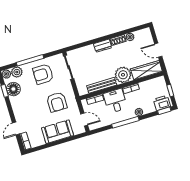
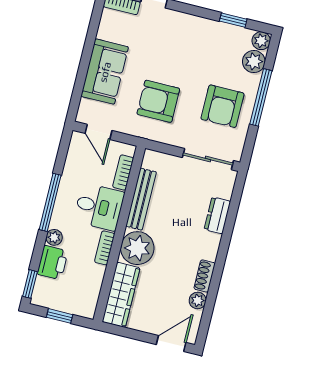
dresser: (103, 46) -> (217, 215), moved
door: (158, 50) -> (171, 343), moved
armchair: (43, 74) -> (223, 106), turned 180
floor lamp: (13, 89) -> (227, 38), removed
printer: (162, 103) -> (52, 263), moved
door: (84, 119) -> (98, 132), hinge flipped

